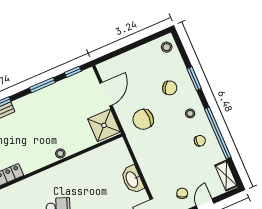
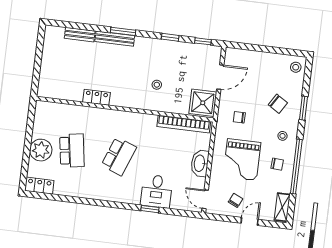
window: (42, 85) -> (170, 37), width x0.67
chair: (143, 119) -> (239, 117), width x0.54, depth x0.54
stool: (60, 153) -> (157, 85), moved
bookcase: (98, 153) -> (184, 124), added
grand piano: (167, 155) -> (242, 160), added

